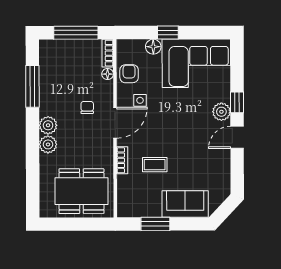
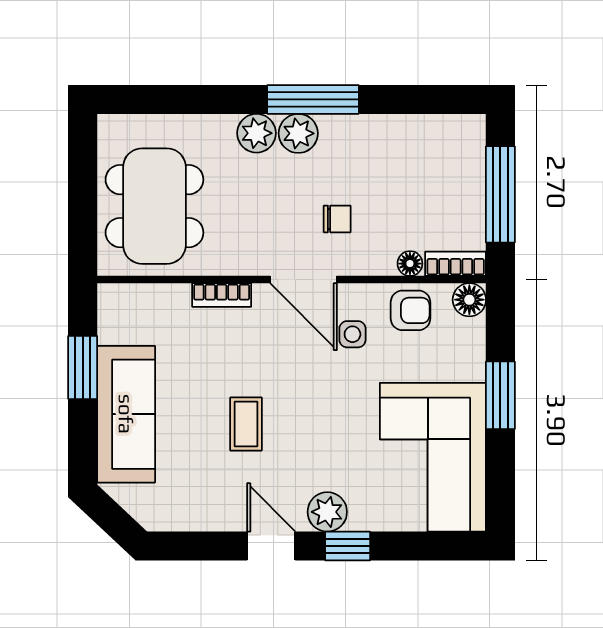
window: (168, 32) -> (500, 395), width x1.50
floor lamp: (153, 47) -> (469, 300), moved
window: (32, 86) -> (313, 99), moved
coffee table: (155, 165) -> (246, 424), moved
sofa: (185, 204) -> (126, 414), width x1.36

